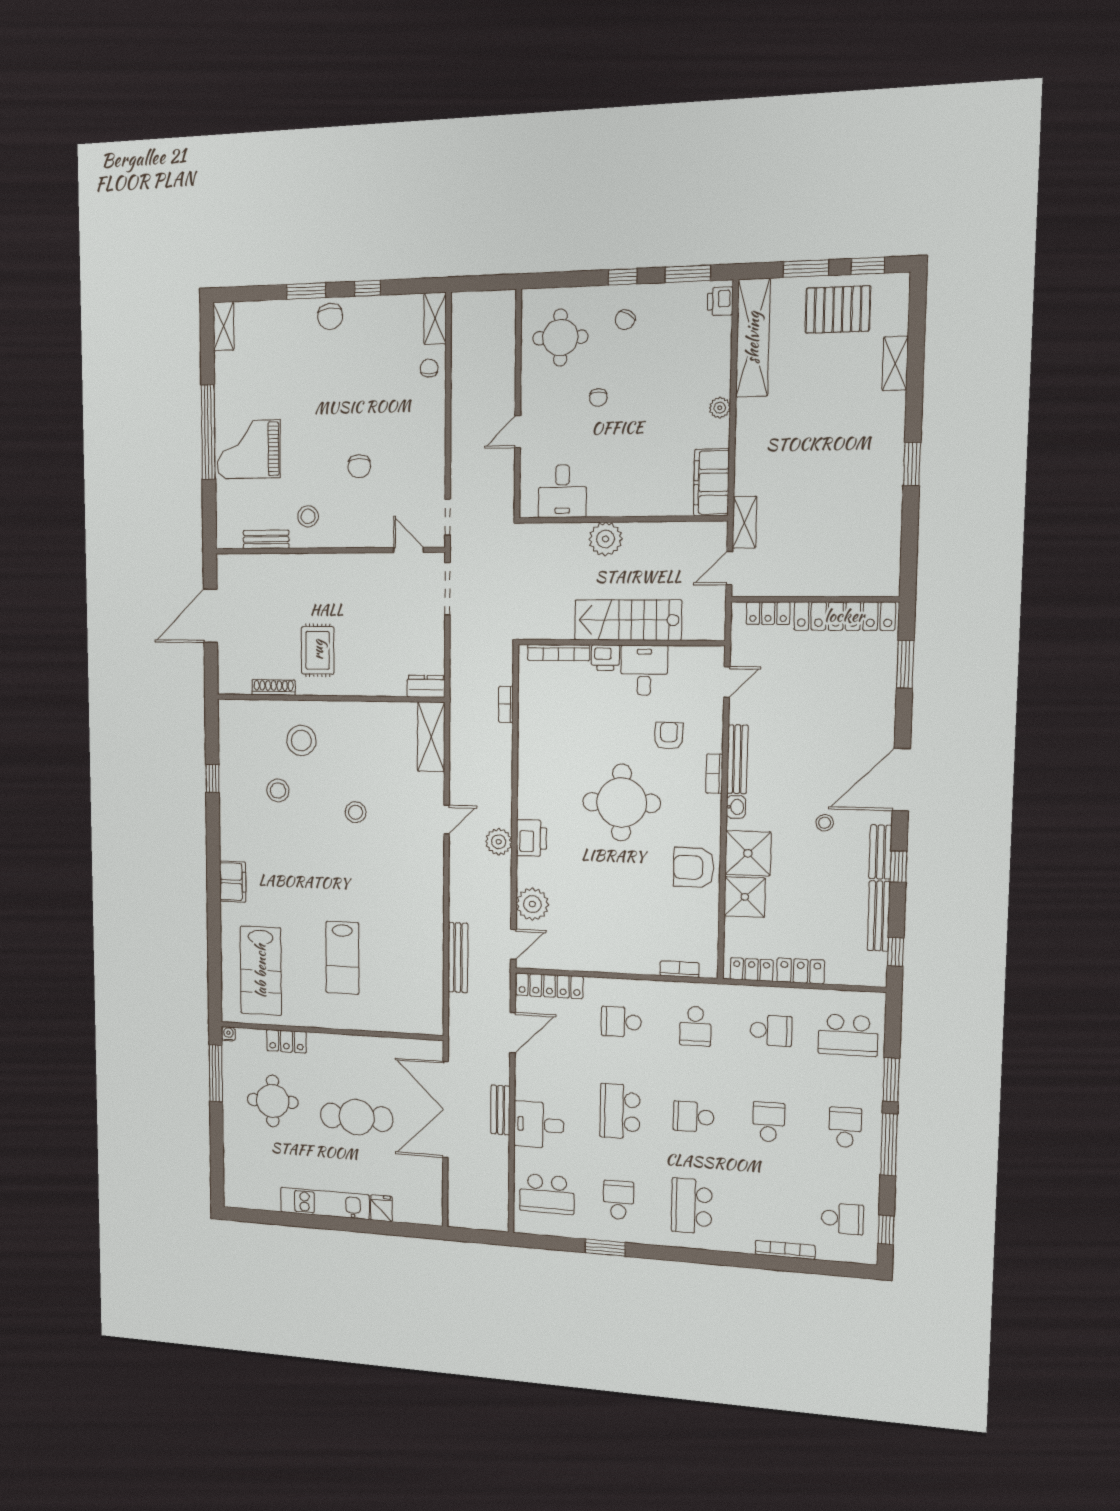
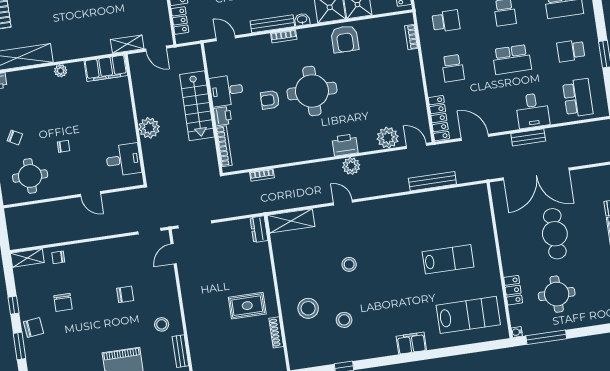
chair: (361, 367) -> (63, 302), added
armchair: (669, 736) -> (270, 100), moved

